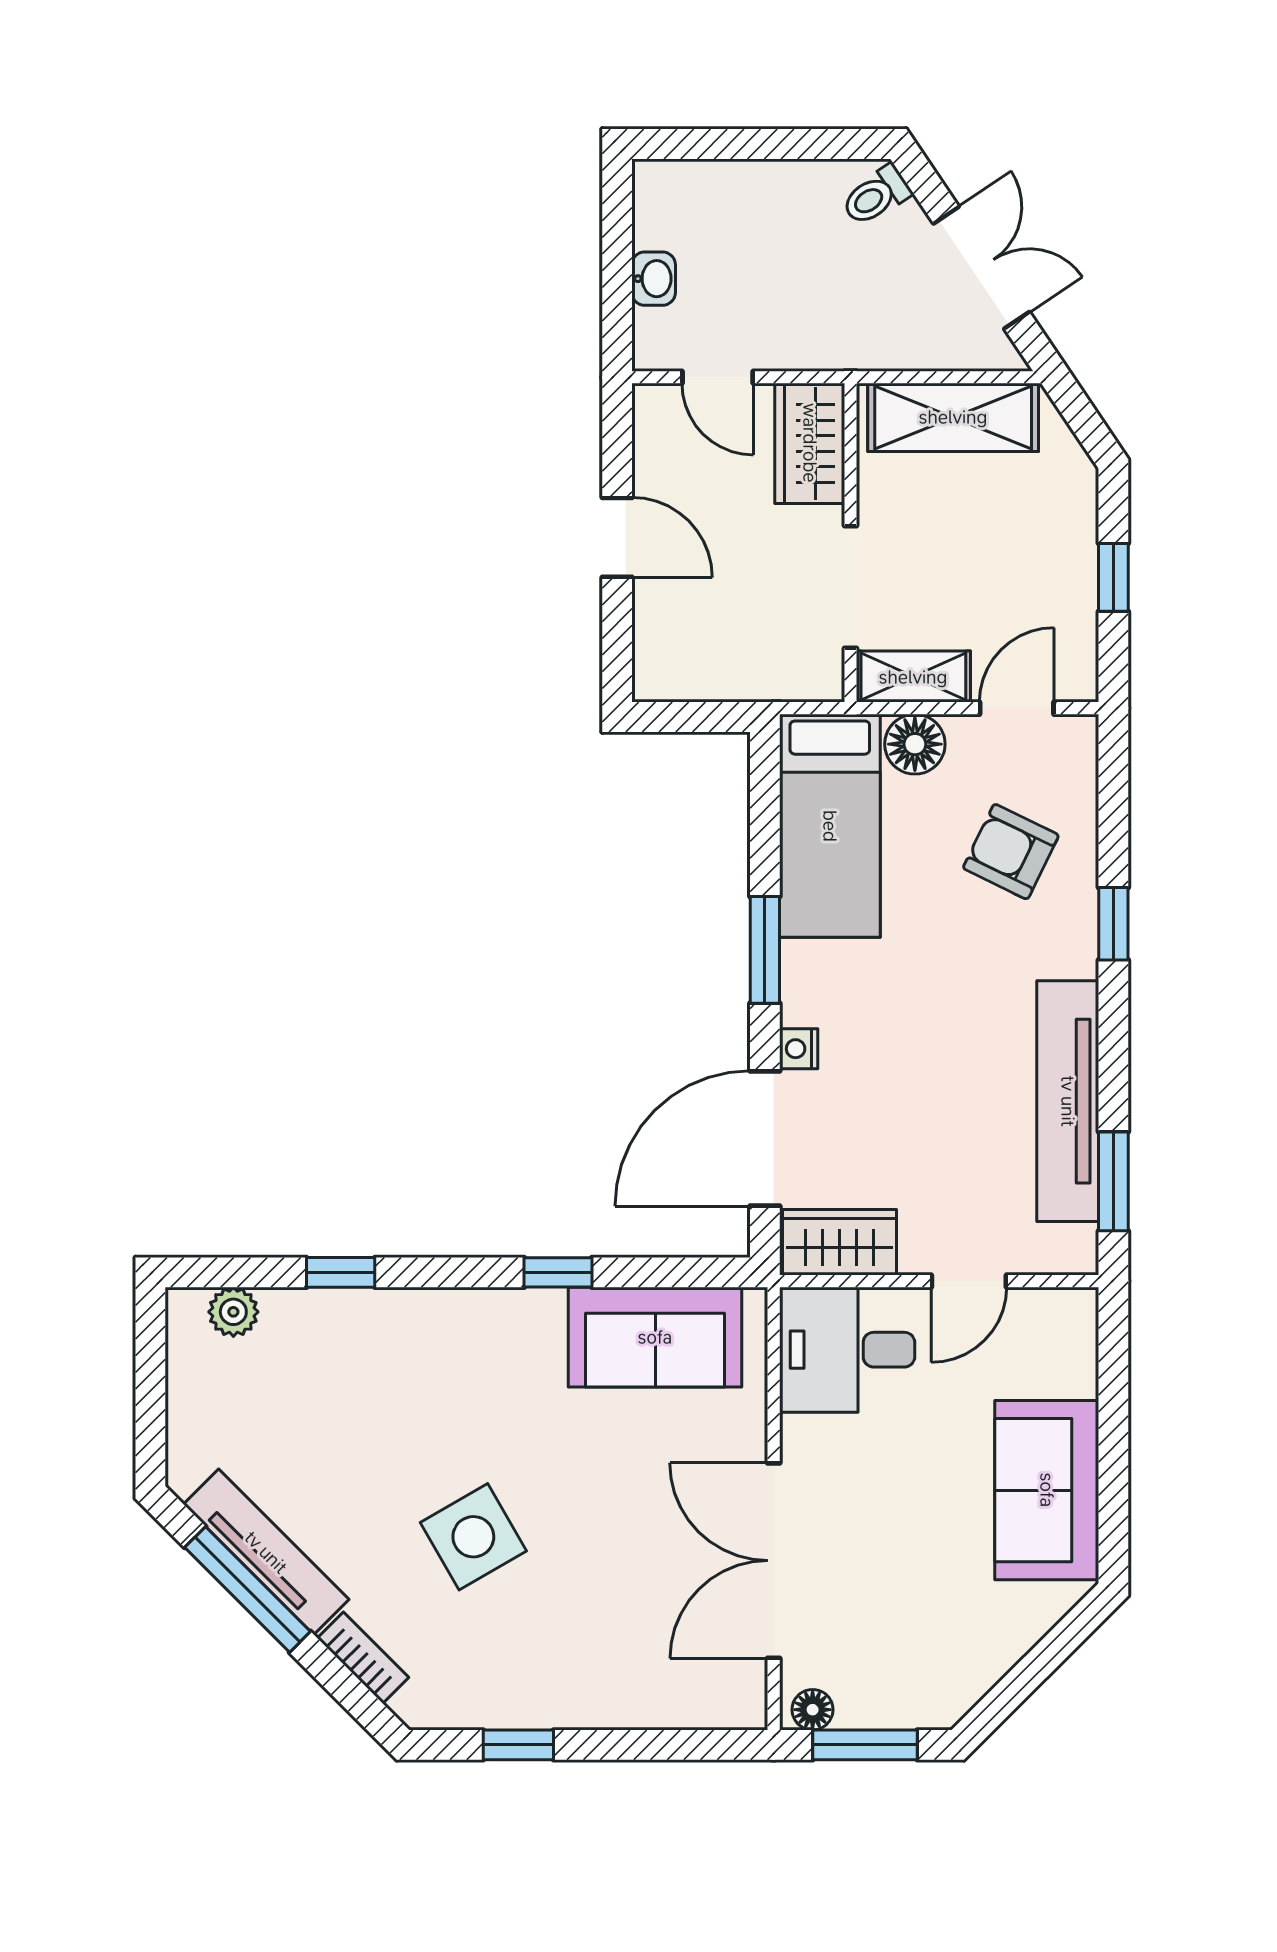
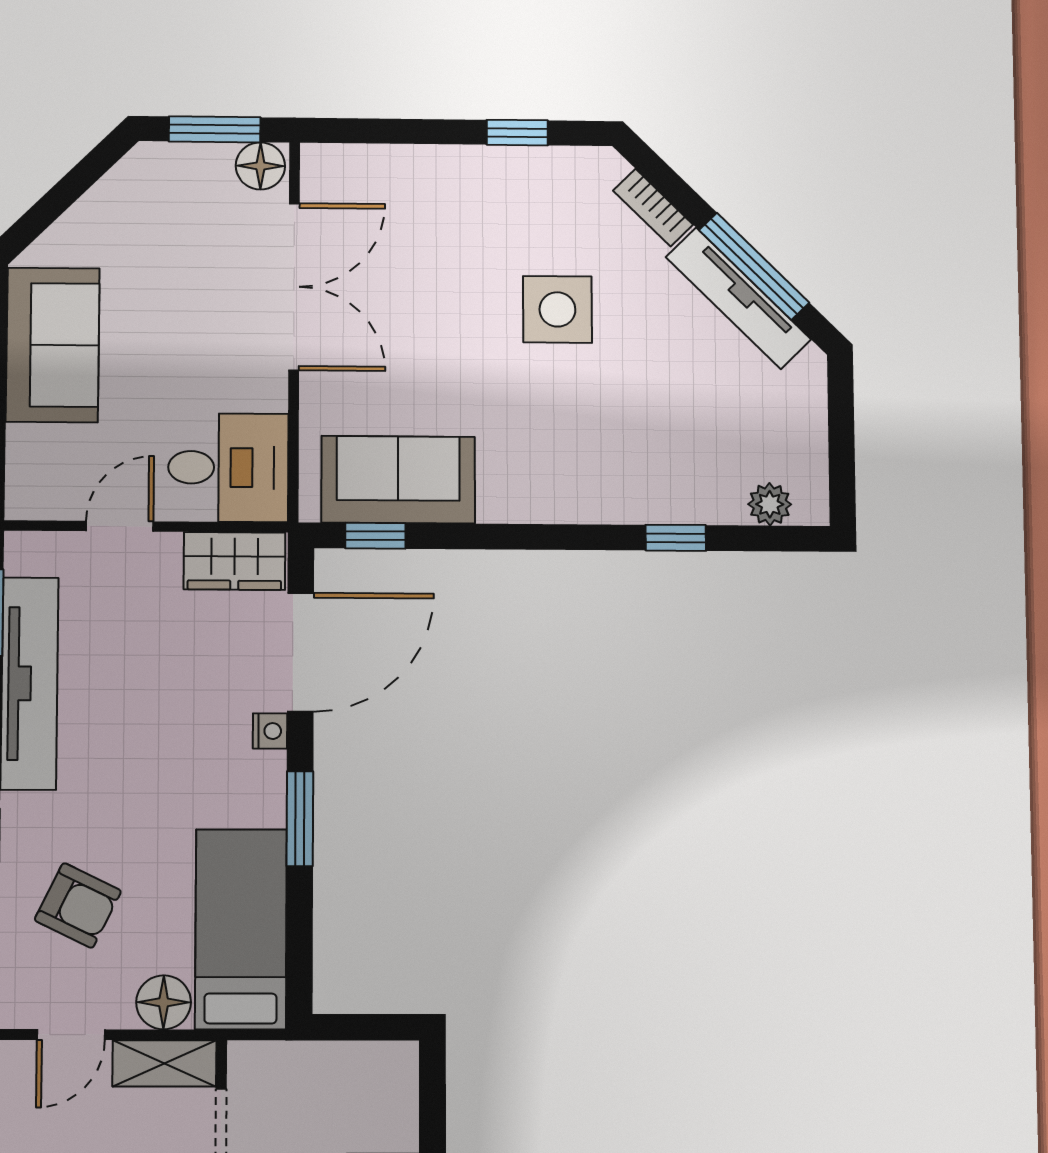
window: (558, 1272) -> (375, 536), moved
side table: (473, 1537) -> (557, 309), turned 30
floor lamp: (813, 1710) -> (260, 166), width x1.37, depth x1.37

